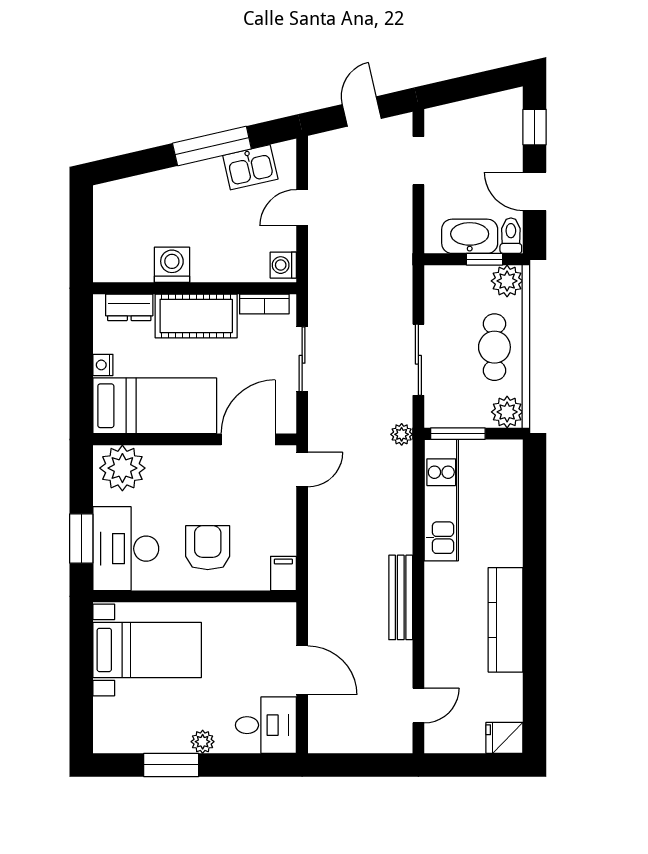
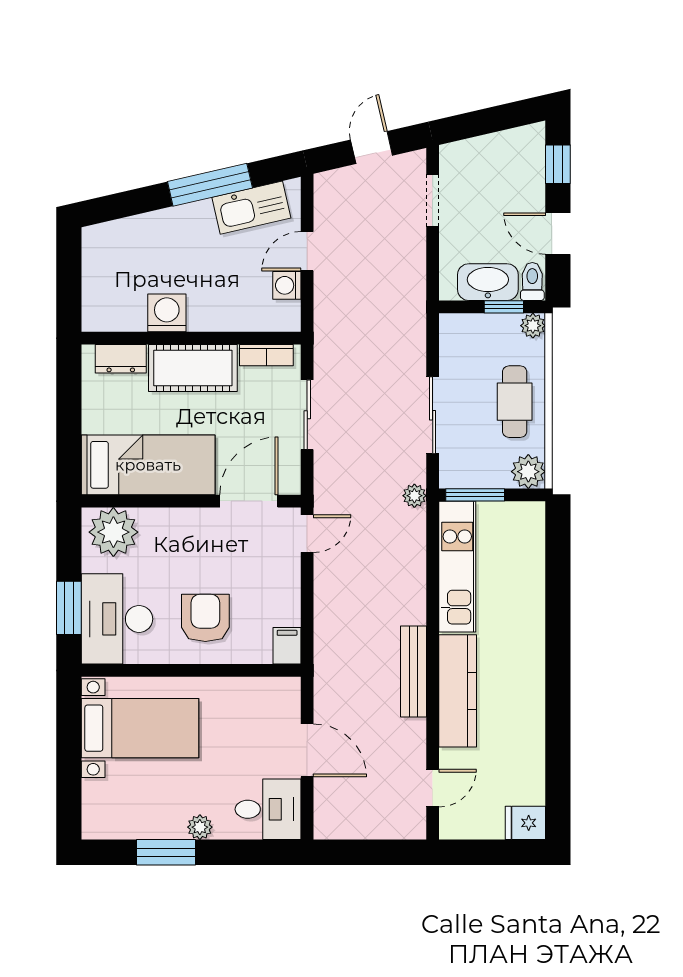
kitchen sink: (250, 167) -> (251, 208), width x1.38
washing machine: (283, 265) -> (287, 285), moved
plant: (507, 281) -> (533, 326), width x0.73, depth x0.73
nightstand: (103, 365) -> (92, 421), removed
kitchen counter: (506, 620) -> (458, 691), moved, turned 180

